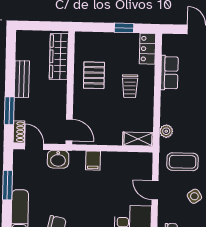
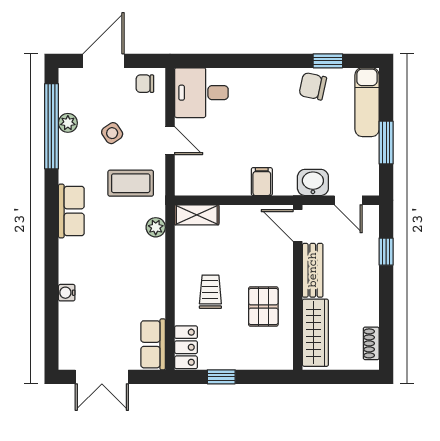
row of seats: (169, 73) -> (153, 344), moved
bench: (22, 79) -> (313, 270), moved
window: (9, 111) -> (386, 252), width x0.67
shoe rack: (19, 132) -> (371, 343), moved

